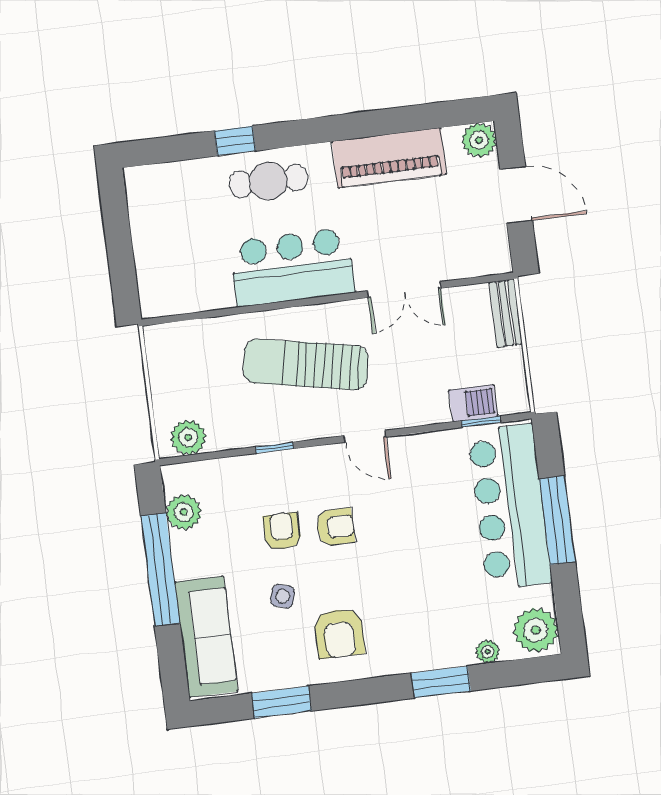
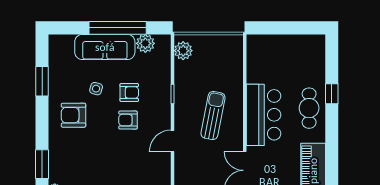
sun lounger: (306, 364) -> (213, 115), width x0.73, depth x0.75
armchair: (335, 527) -> (128, 120), turned 90
sofa: (206, 637) -> (105, 47), moved

